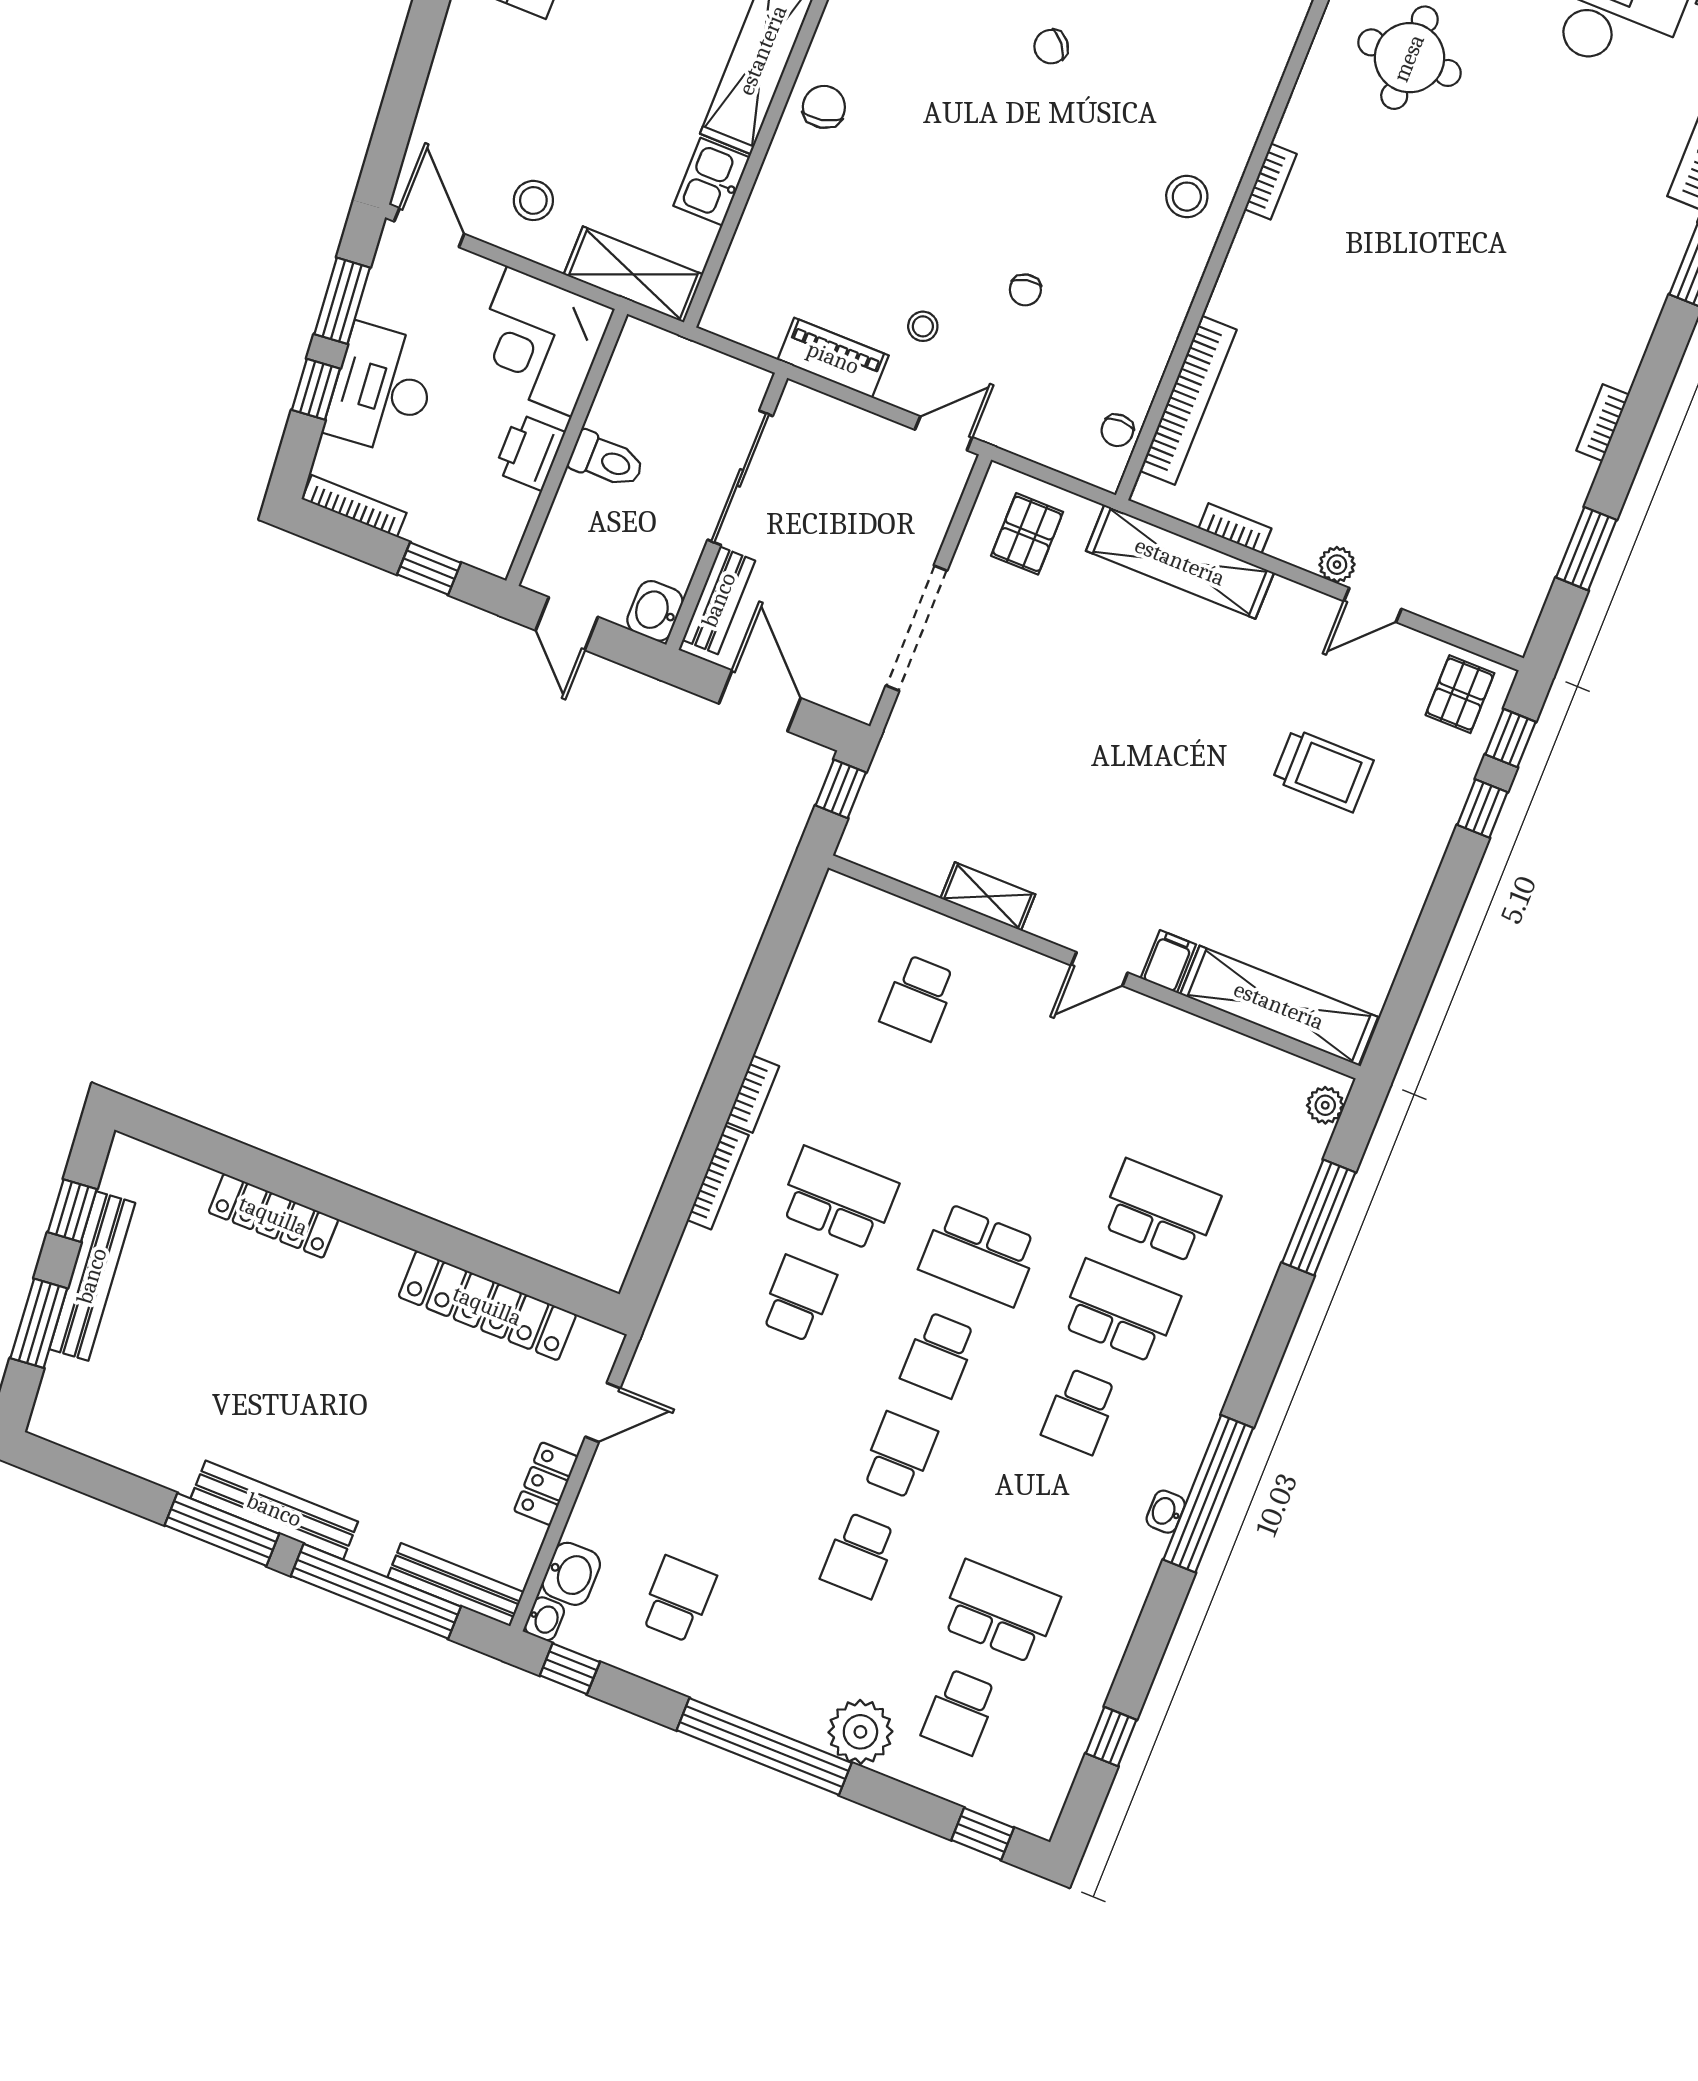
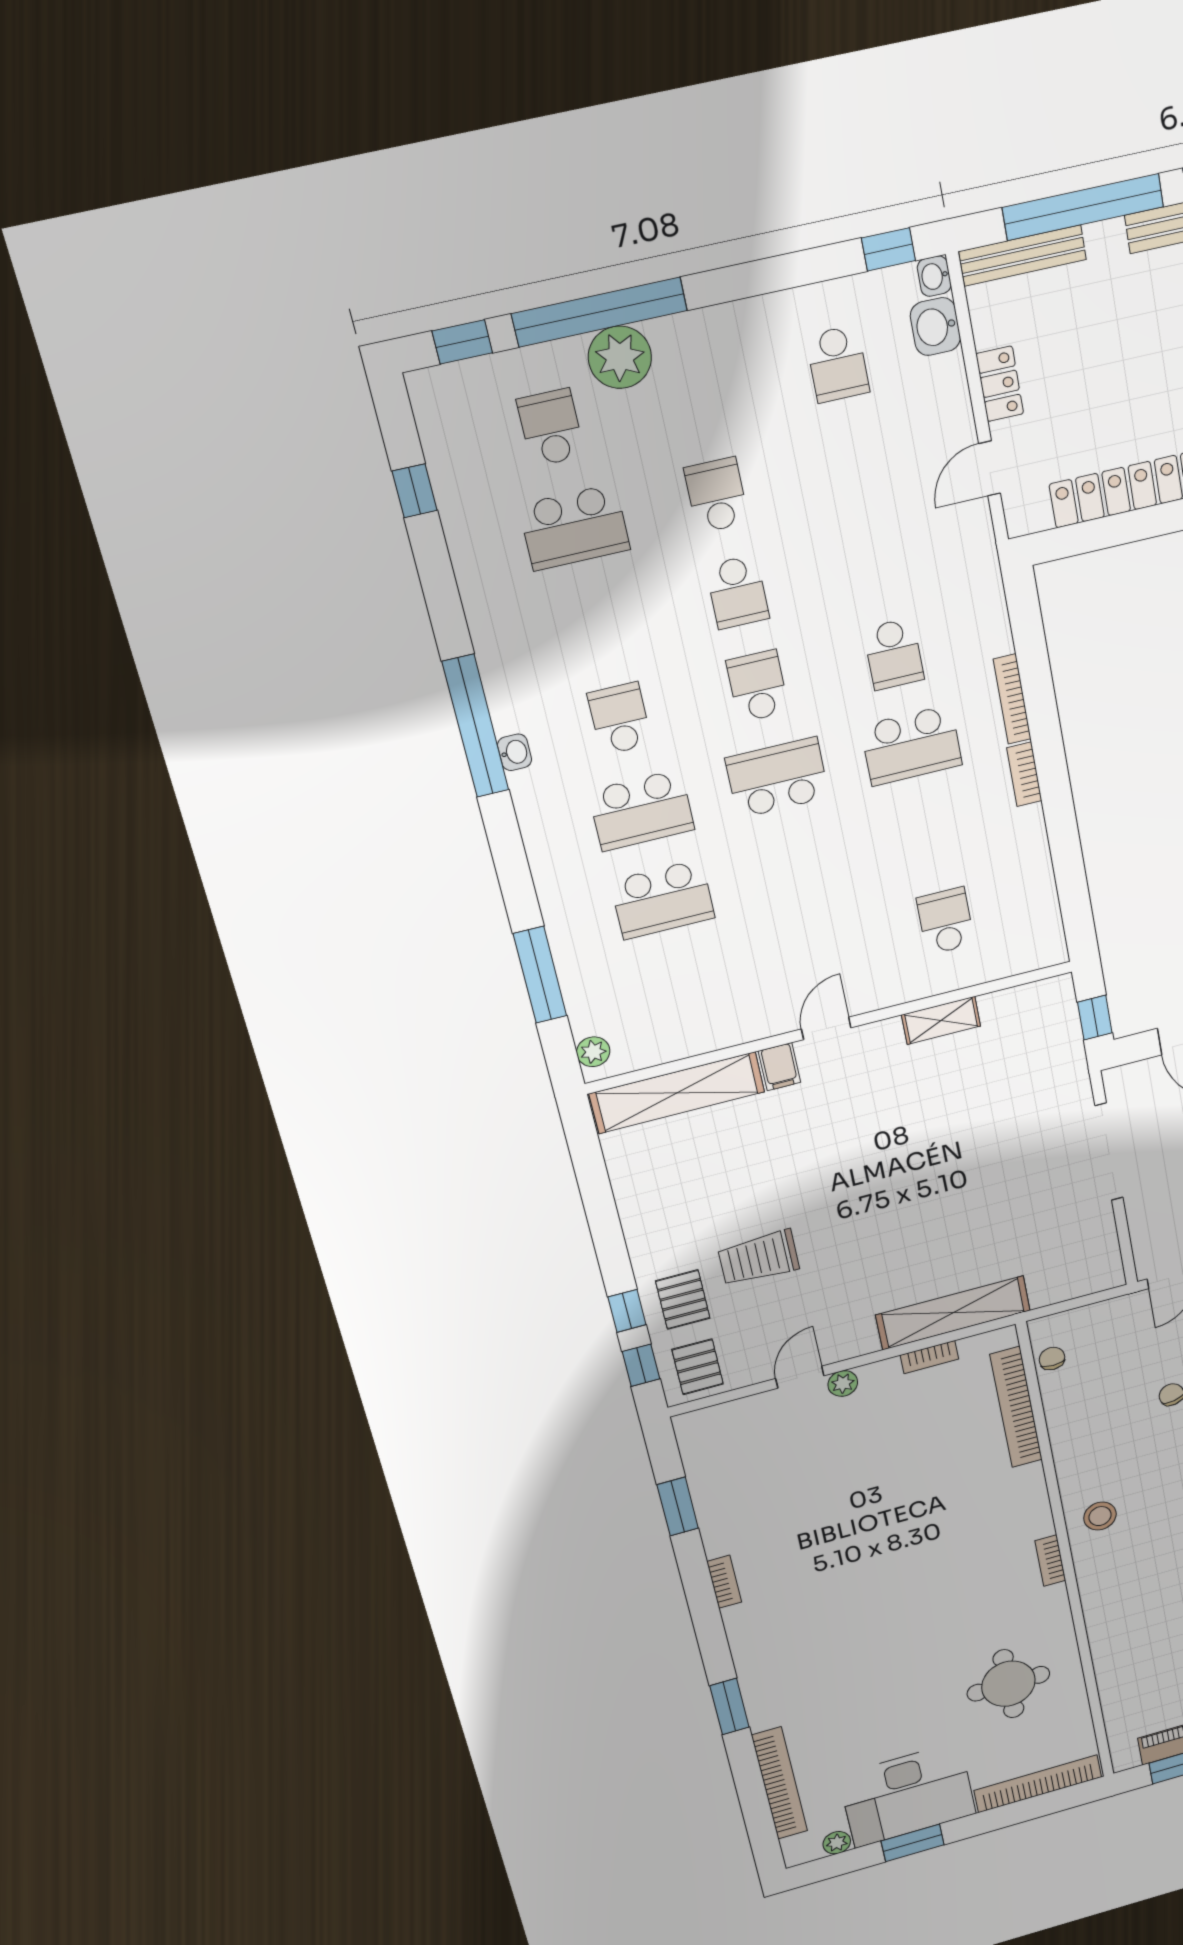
pallet: (1027, 534) -> (683, 1300), moved
washbasin: (1166, 1512) -> (515, 752), moved
window: (764, 1746) -> (600, 312), moved

